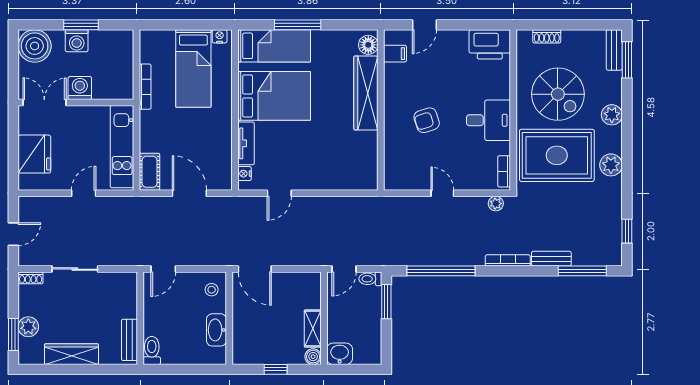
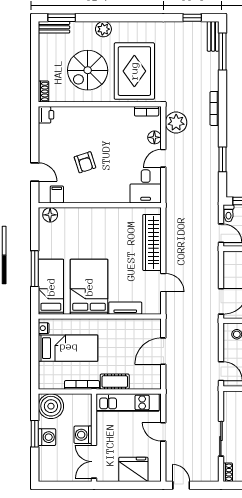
shoe rack: (547, 36) -> (44, 92), moved
printer: (490, 44) -> (46, 115), width x0.53, depth x0.68
boiler: (35, 46) -> (51, 406), moved
wardrobe: (366, 93) -> (152, 242), moved, turned 90
spiral stairs: (558, 94) -> (88, 70), turned 180
armchair: (427, 120) -> (85, 162), moved
desk: (488, 120) -> (146, 186), moved, turned 180
plant: (611, 165) -> (142, 30), removed
cot: (150, 172) -> (115, 382), moved
nightstand: (244, 174) -> (148, 309), removed
floor lamp: (470, 182) -> (154, 137), added
plant: (496, 204) -> (176, 123), width x1.88, depth x1.88
door: (13, 234) -> (181, 485), moved
bench: (551, 259) -> (213, 36), moved
window: (441, 271) -> (222, 159), width x0.47

